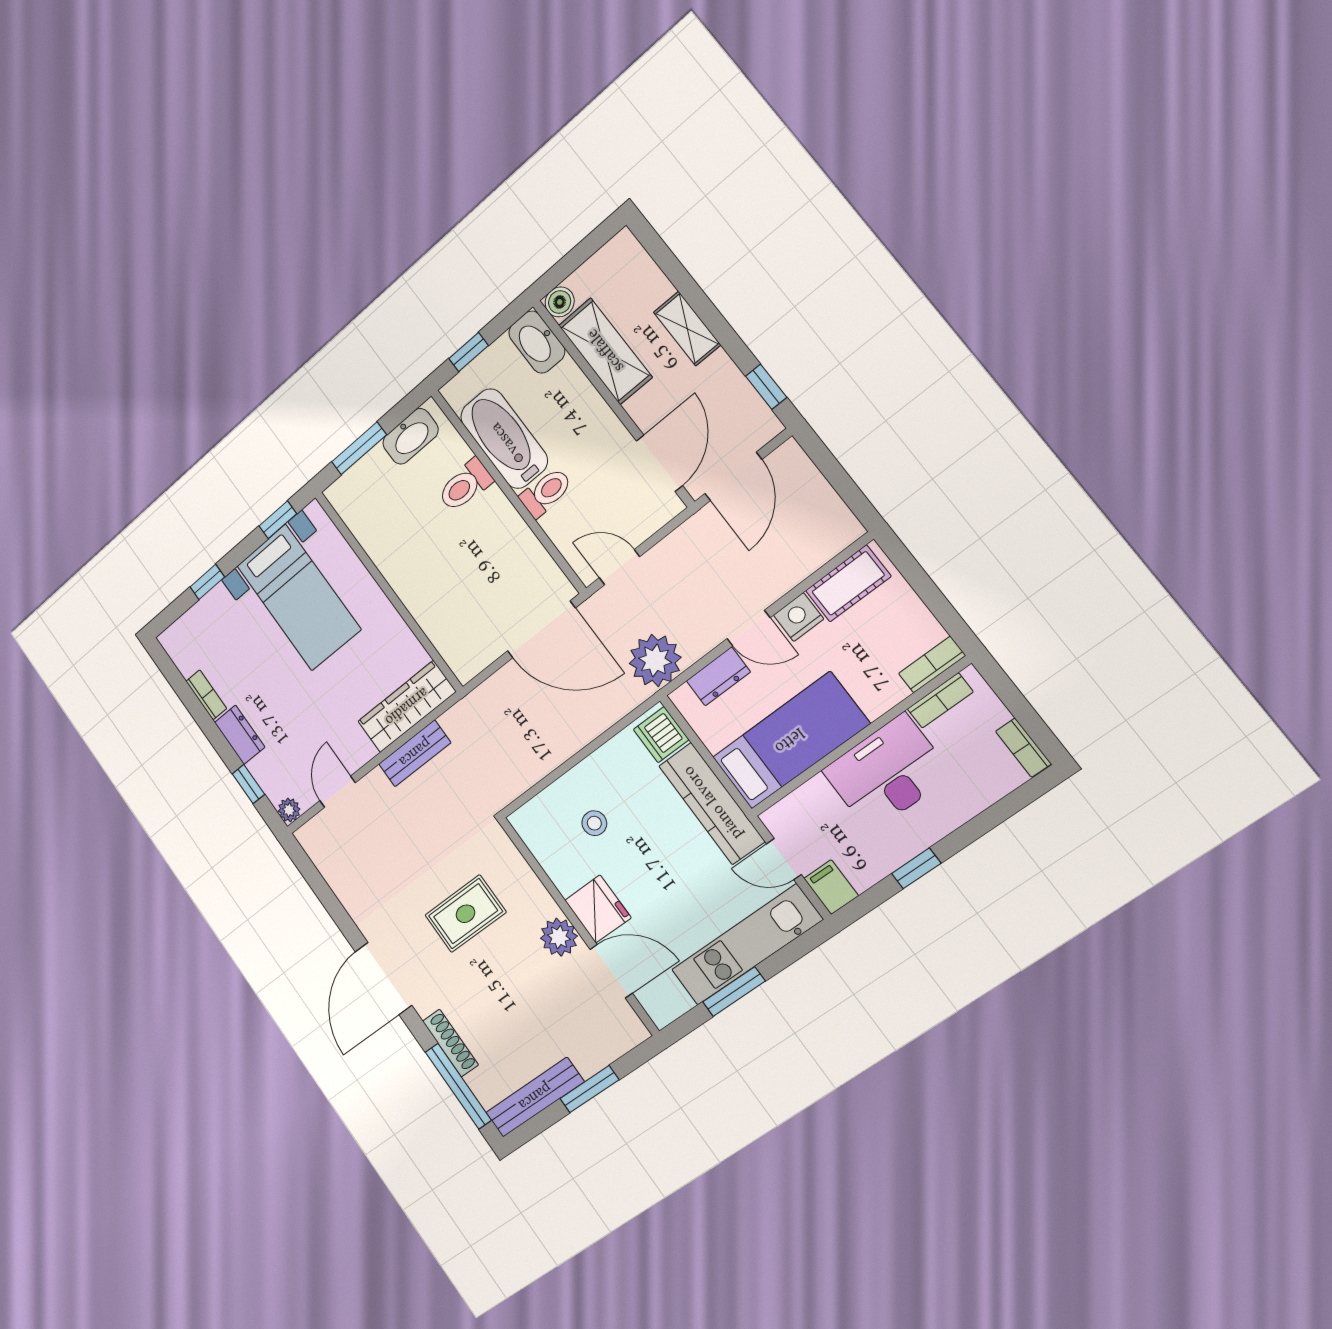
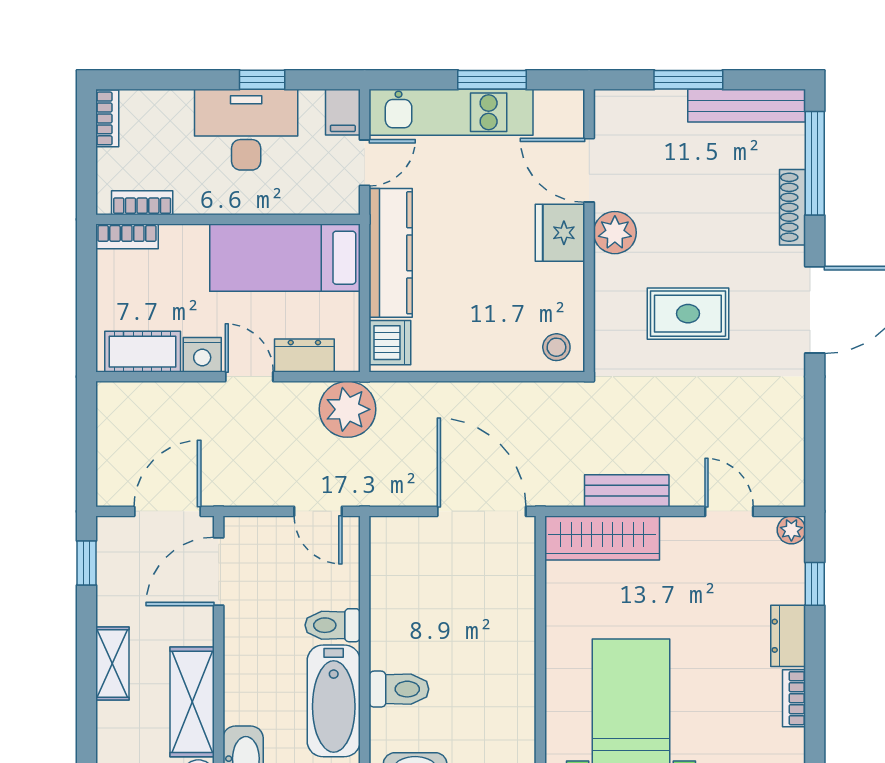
door: (541, 630) -> (482, 511), moved
desk: (887, 773) -> (246, 130), moved, turned 180
door: (338, 792) -> (729, 511), swing flipped
stool: (594, 823) -> (556, 347), moved
door: (784, 859) -> (365, 163), hinge flipped

